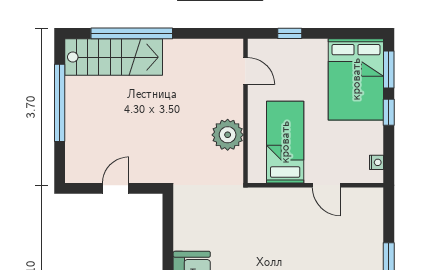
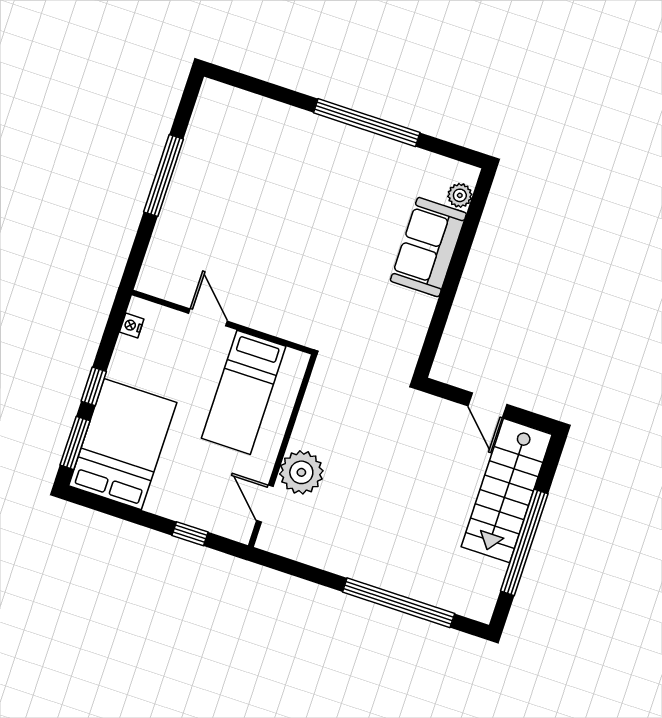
stairs: (114, 57) -> (507, 491), moved, turned -90
plant: (228, 135) -> (301, 472), moved
door: (116, 188) -> (487, 405), hinge flipped

